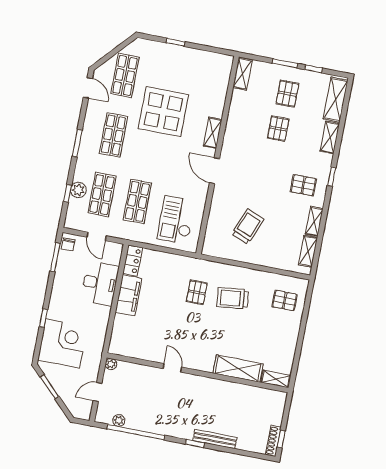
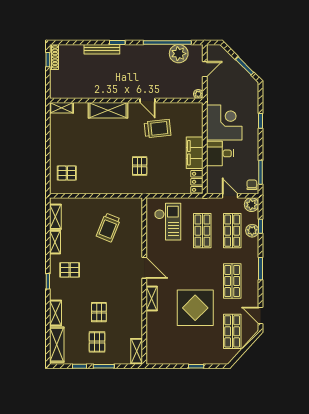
plant: (73, 221) -> (252, 205), added
desk: (100, 283) -> (220, 153), width x0.73
trolley: (233, 298) -> (157, 129), moved
corner desk: (62, 343) -> (224, 123), moved, turned 180
shelving: (238, 369) -> (108, 110), moved
plant: (119, 420) -> (179, 54), width x1.88, depth x1.88

